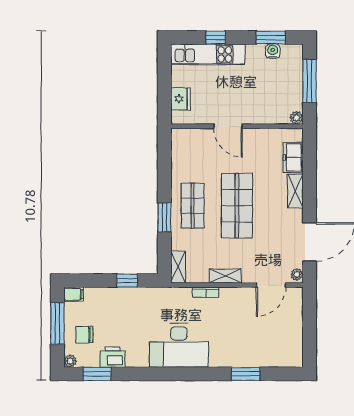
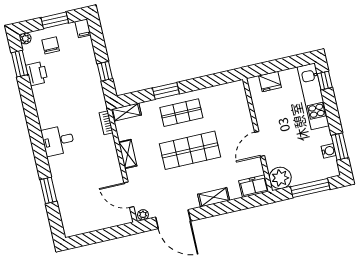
window: (216, 37) -> (325, 81), moved
plant: (296, 118) -> (280, 178), width x1.88, depth x1.88
door: (228, 126) -> (260, 144), moved
freezer: (293, 157) -> (254, 186), moved
bookcase: (206, 292) -> (106, 123), moved
window: (57, 323) -> (55, 20), width x0.69
desk: (179, 345) -> (58, 141), width x0.53, depth x0.77

